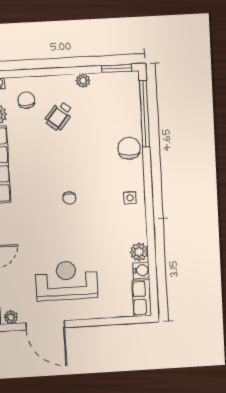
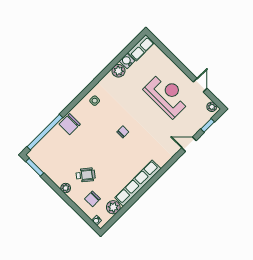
plant: (83, 81) -> (66, 188), moved
reception desk: (67, 281) -> (167, 95), turned 180
door: (45, 325) -> (200, 85), width x0.53

